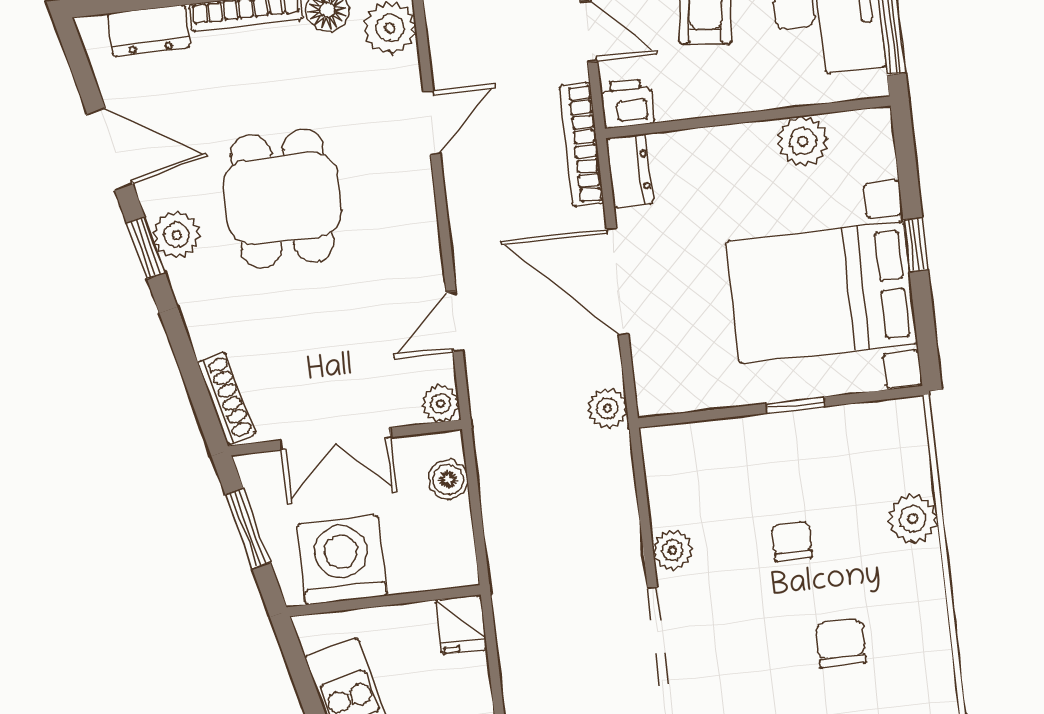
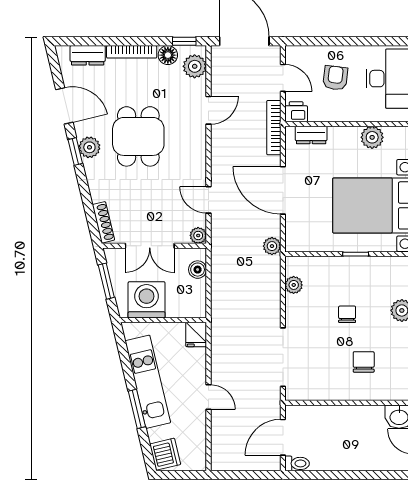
dresser: (630, 171) -> (311, 135), moved, turned 90
door: (454, 322) -> (208, 200), hinge flipped
plant: (673, 550) -> (294, 285), moved

